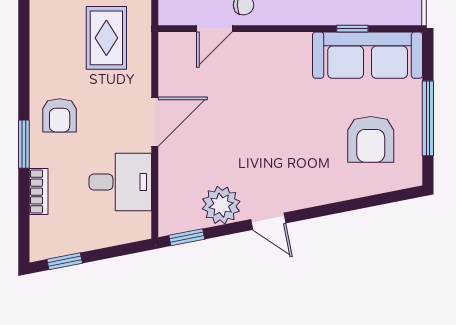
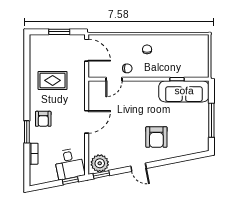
rug: (106, 38) -> (53, 80), moved, turned 90
armchair: (371, 139) -> (156, 137), moved
desk: (120, 182) -> (69, 164), moved, turned 79
plant: (221, 205) -> (100, 163), moved
window: (65, 261) -> (70, 181), moved

